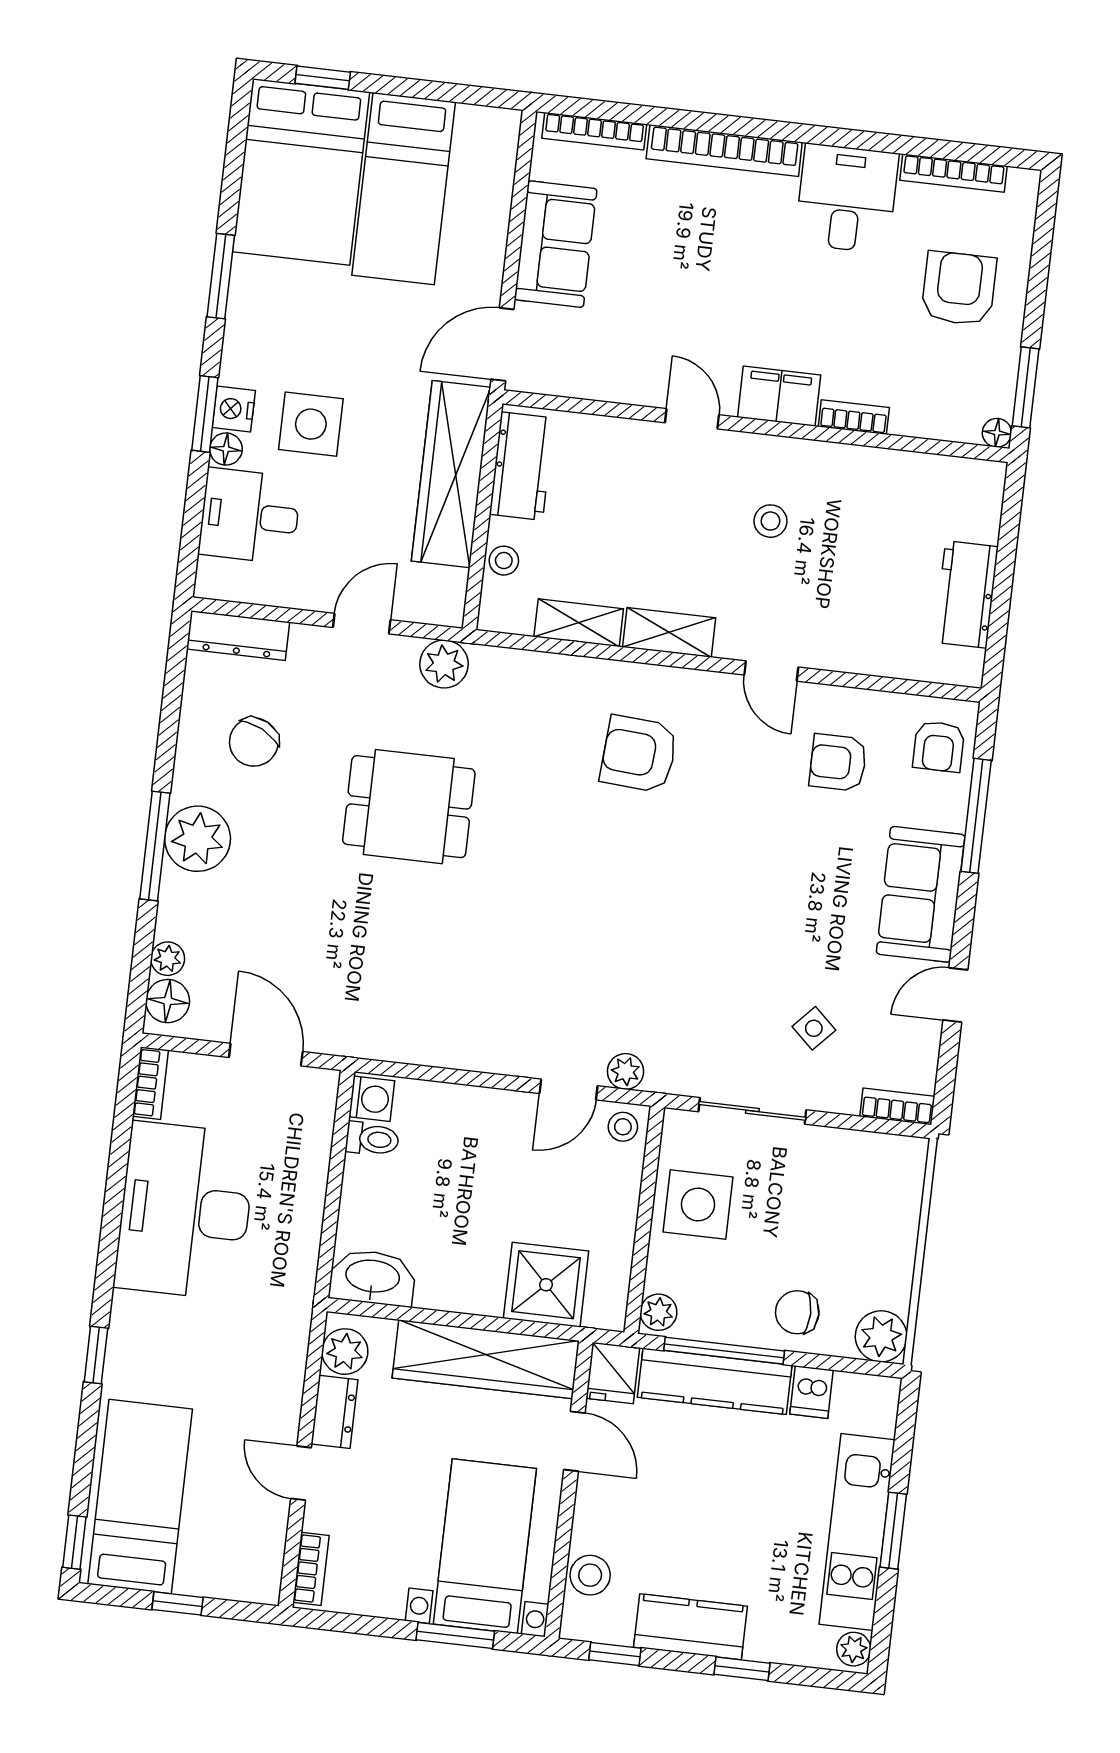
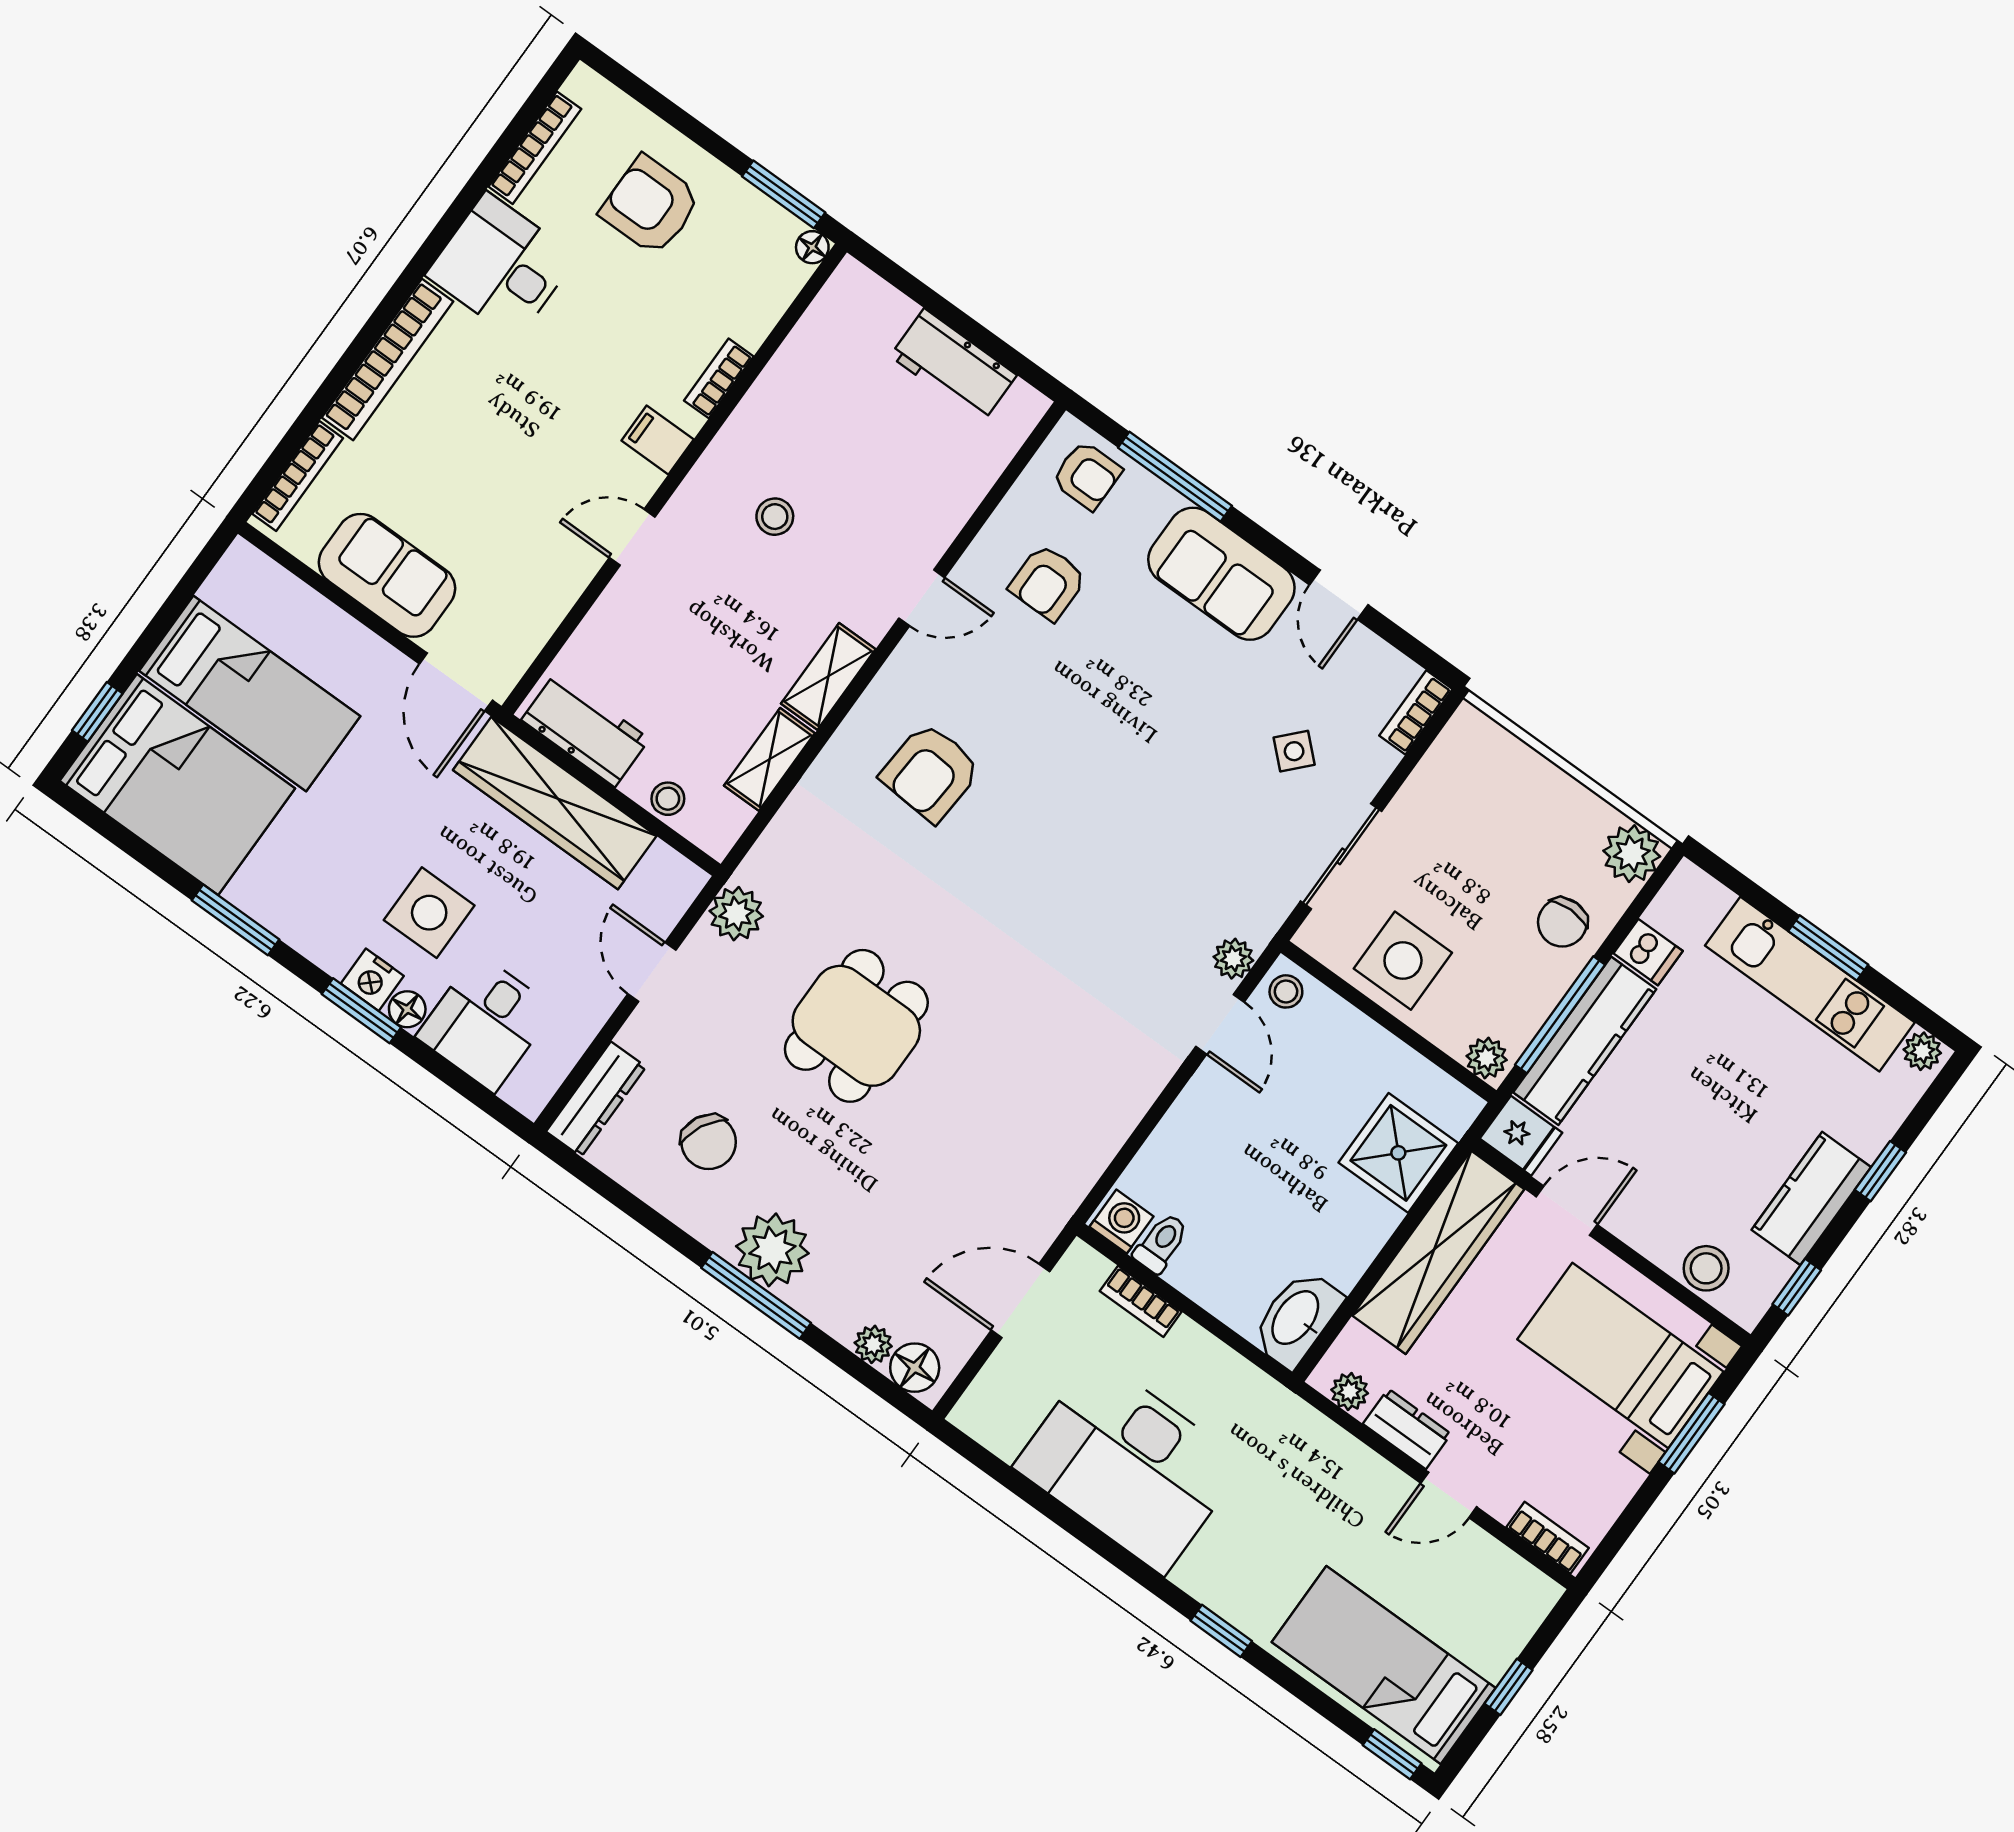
filing cabinet: (779, 396) -> (658, 440), width x0.50
bookcase: (150, 1083) -> (1141, 1301), moved, turned 180
plant: (345, 1352) -> (1350, 1392), width x0.73, depth x0.73

